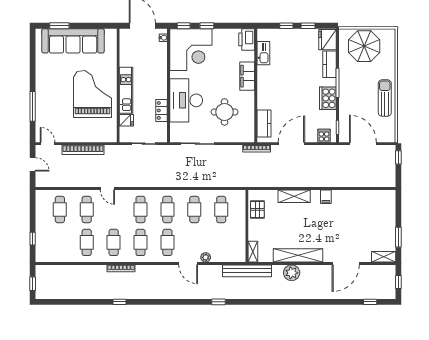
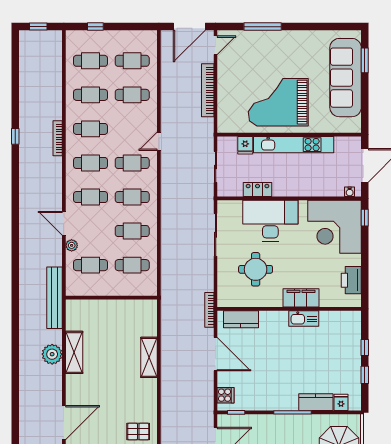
window: (207, 26) -> (365, 247), removed
printer: (247, 39) -> (351, 280), moved, turned -90
fridge: (328, 40) -> (341, 402), width x0.53, depth x0.75
kitchen sink: (263, 53) -> (304, 318), moved
kitchen unit: (126, 90) -> (294, 145), width x1.36
grand piano: (92, 94) -> (278, 102), turned 180
cooker: (328, 98) -> (273, 400), removed
door: (33, 164) -> (189, 27), width x1.87
door: (107, 188) -> (159, 141), moved
filing cabinet: (326, 197) -> (148, 398), removed
pallet: (257, 209) -> (138, 432), moved
cafe table: (60, 242) -> (91, 61), added
cafe table: (221, 242) -> (91, 265), added
shelving: (253, 252) -> (79, 305), removed
shelving: (298, 255) -> (74, 352), width x0.68
door: (188, 263) -> (64, 223), hinge flipped
door: (346, 263) -> (64, 423), swing flipped
window: (218, 302) -> (15, 262), removed

